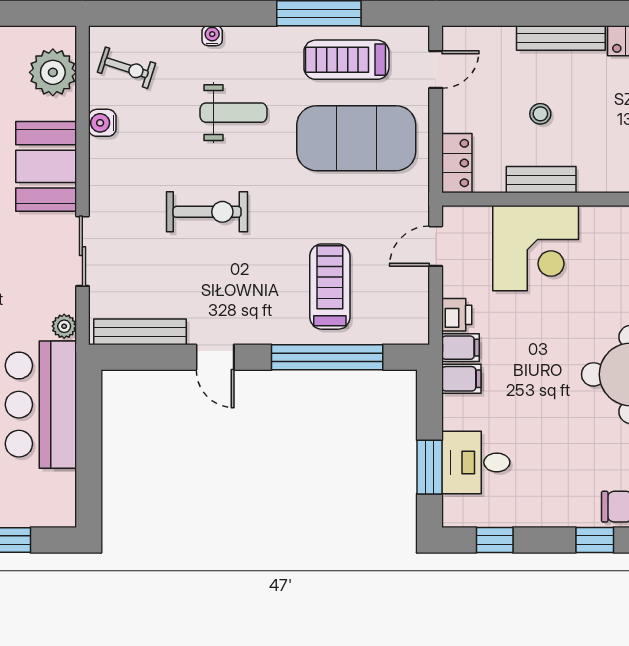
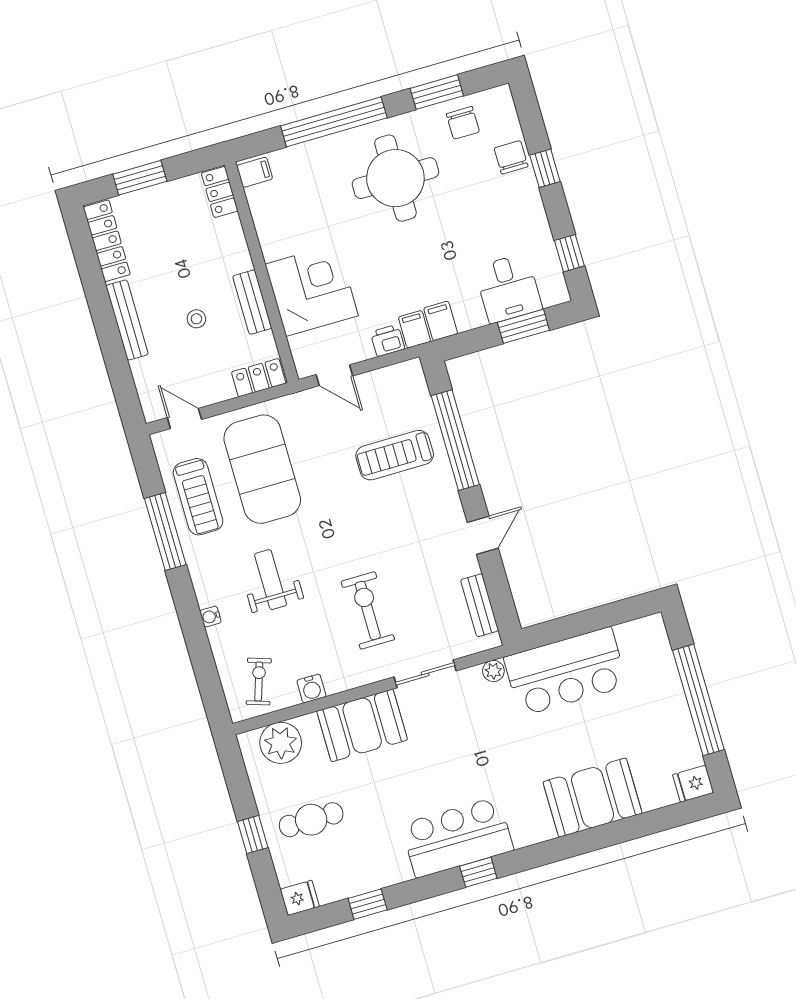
exercise bike: (207, 212) -> (368, 610), moved
bench: (140, 332) -> (480, 605), width x0.73

